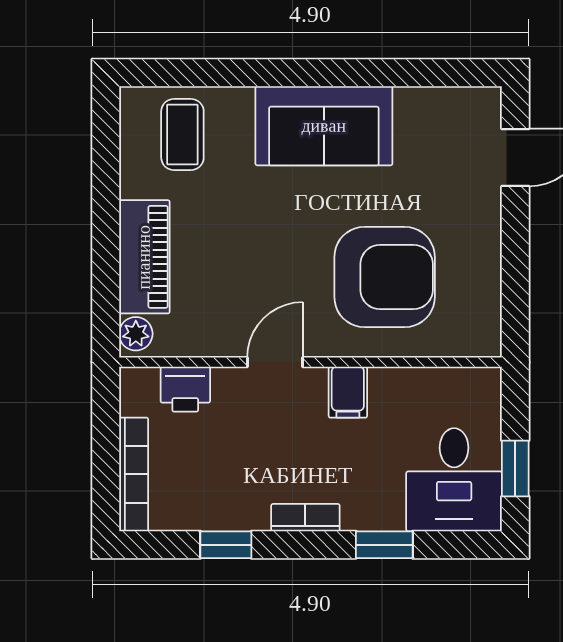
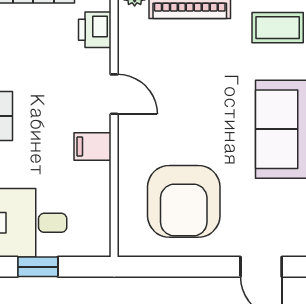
armchair: (385, 277) -> (184, 201), moved

